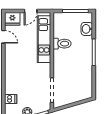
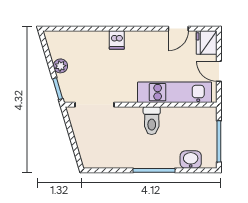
toilet: (62, 44) -> (152, 121), moved
dishwasher: (11, 99) -> (117, 40), moved

